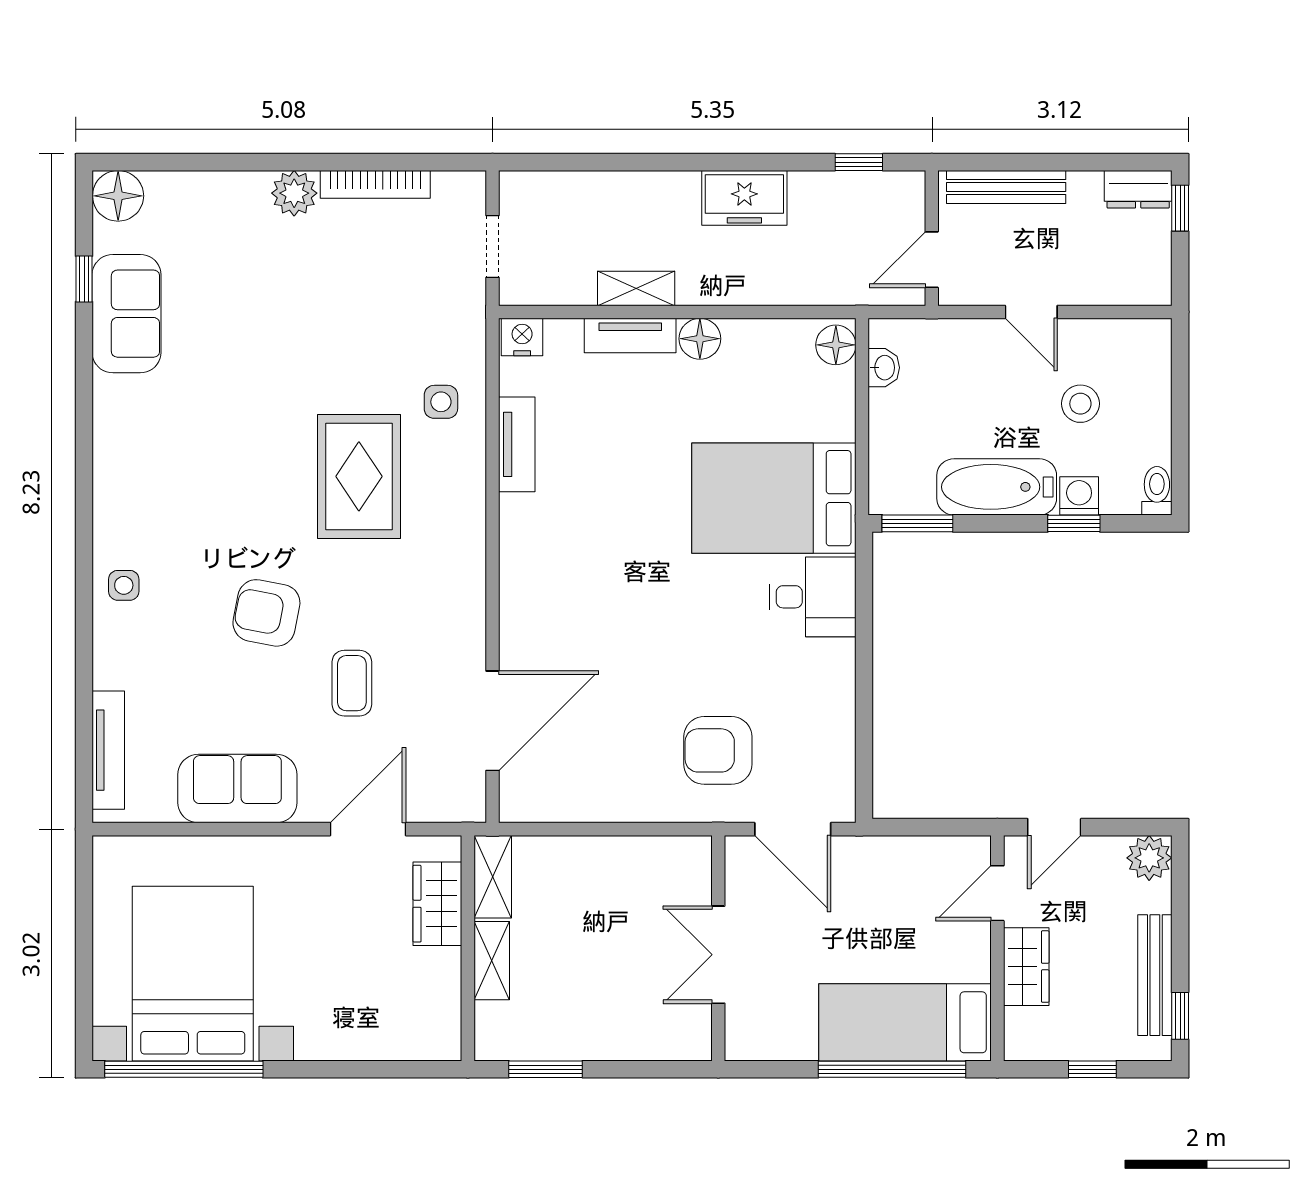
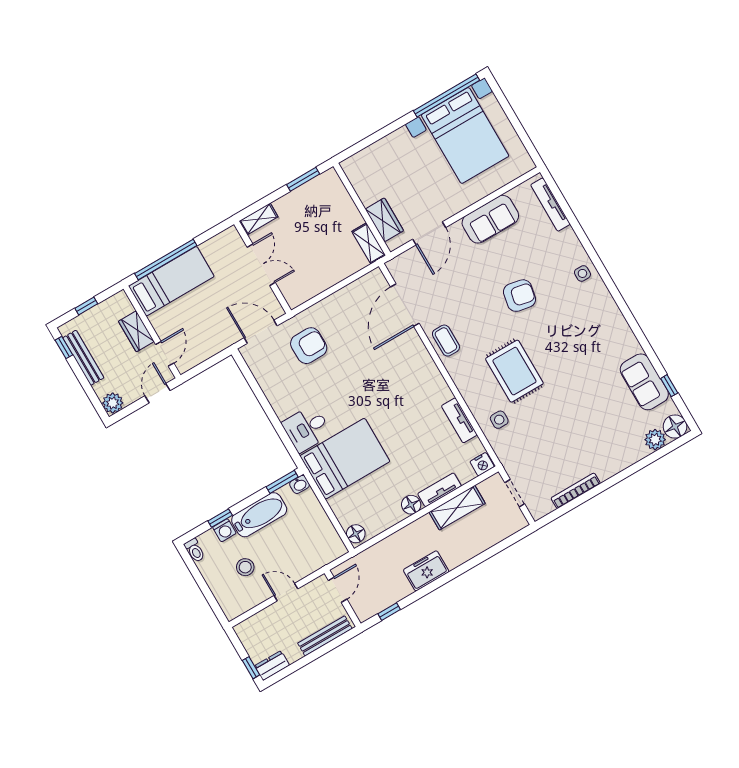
plant: (294, 193) -> (655, 440), moved
shelving: (636, 288) -> (457, 508), width x1.50, depth x1.33
washbasin: (884, 368) -> (300, 484), moved, turned -90
coffee table: (352, 683) -> (446, 341), moved
shelving: (492, 961) -> (259, 219), moved, turned 90

